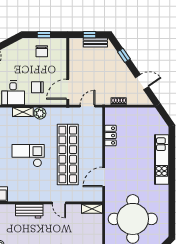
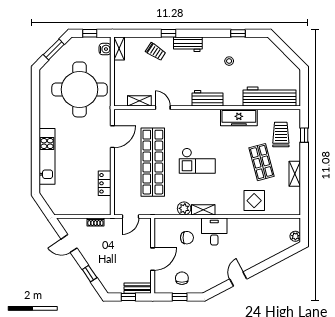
bench: (95, 42) -> (138, 288), moved
door: (68, 89) -> (153, 259), moved
shelving: (92, 209) -> (139, 101), moved
workbench: (29, 211) -> (207, 98), moved

